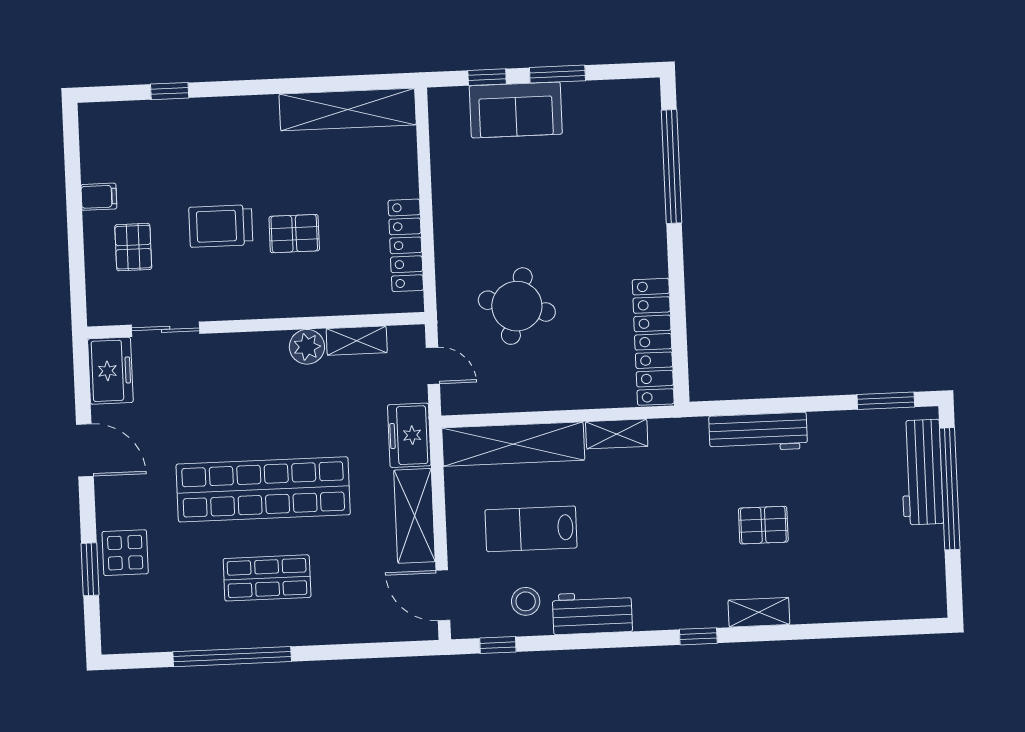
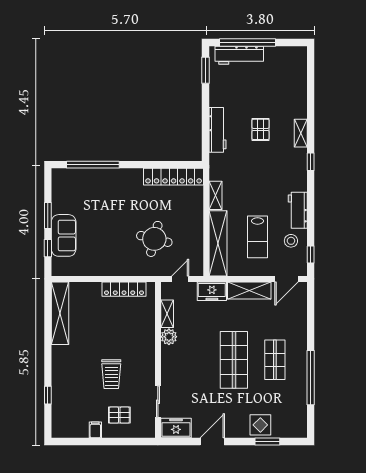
pallet: (294, 234) -> (116, 340), removed
shop shelf: (263, 489) -> (234, 360), width x0.71

